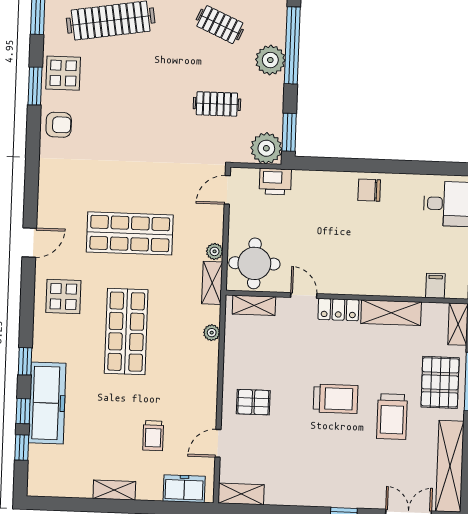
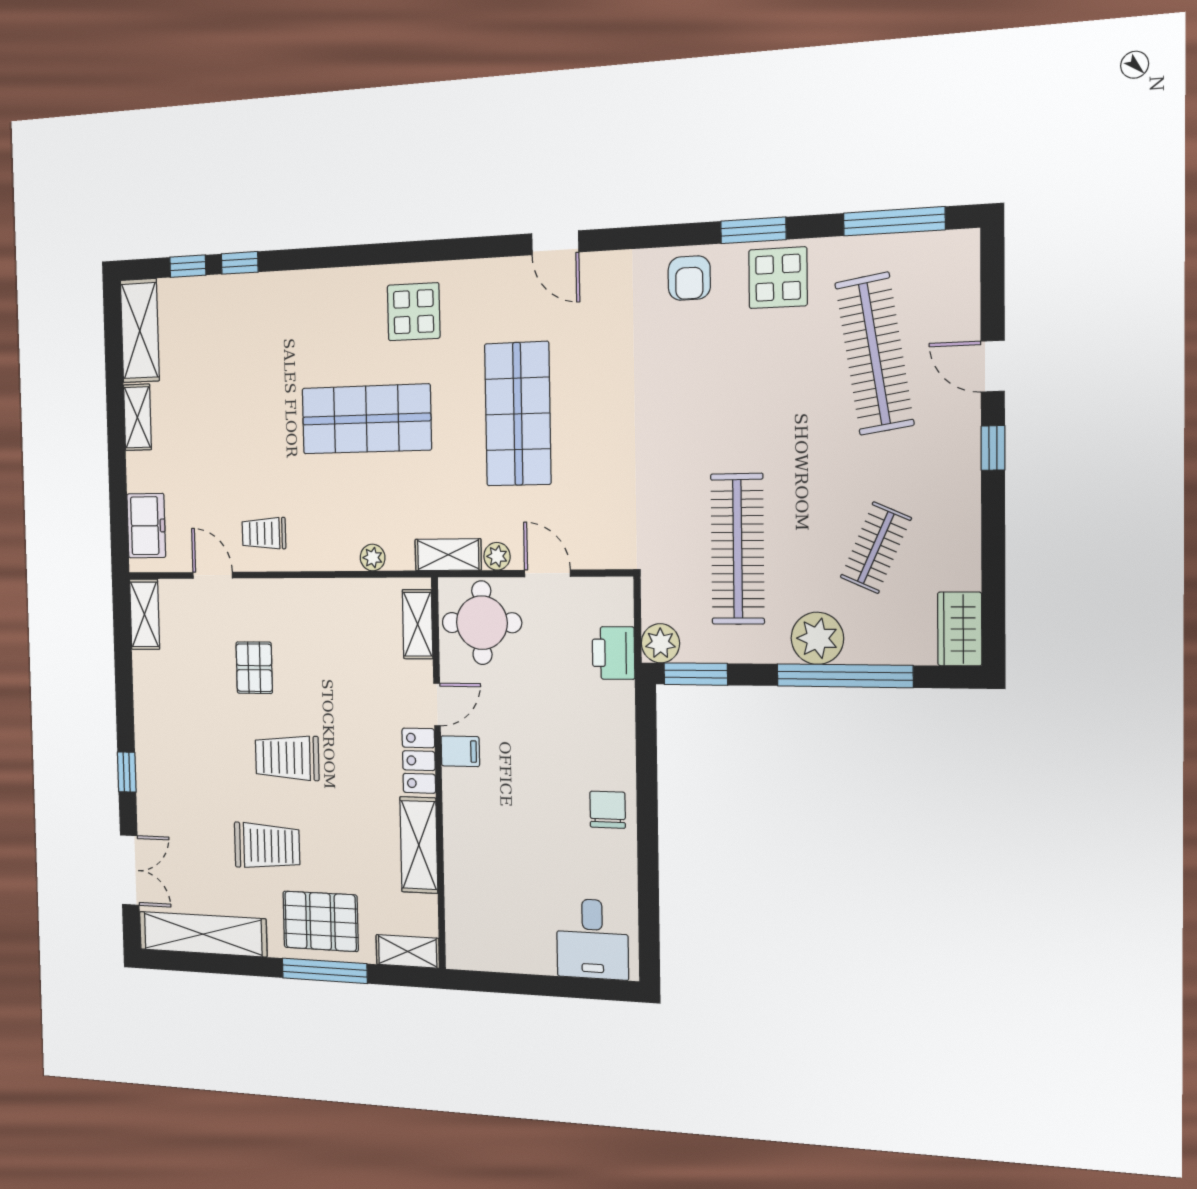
clothes rail: (217, 104) -> (738, 549), width x1.86, depth x1.31
plant: (266, 148) -> (660, 643), width x0.73, depth x0.73
door: (227, 190) -> (547, 573), moved
door: (29, 242) -> (555, 243), moved
filing cabinet: (435, 286) -> (460, 751), moved
window: (25, 361) -> (313, 258), removed
trolley: (336, 399) -> (287, 758), turned 90
pallet: (253, 402) -> (254, 668), moved
freezer: (47, 403) -> (254, 300), removed
trolley: (392, 417) -> (267, 846), turned 180
trolley: (153, 436) -> (264, 533), moved
shelving: (59, 484) -> (140, 331), added

